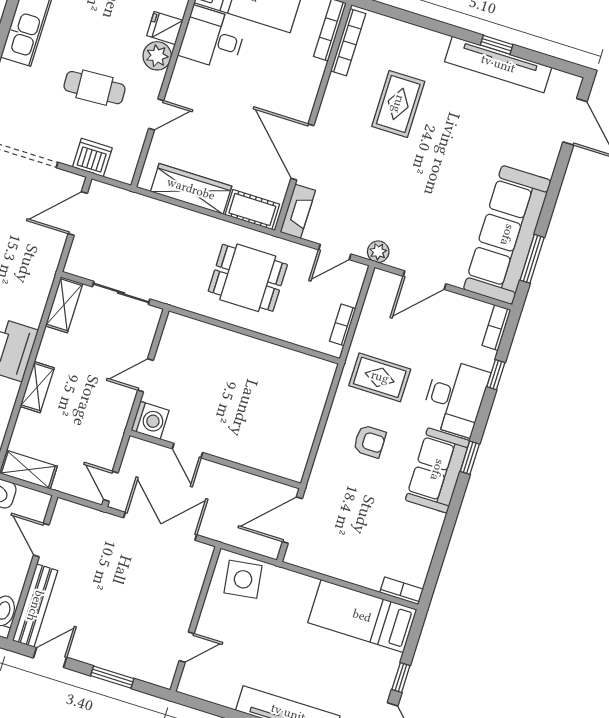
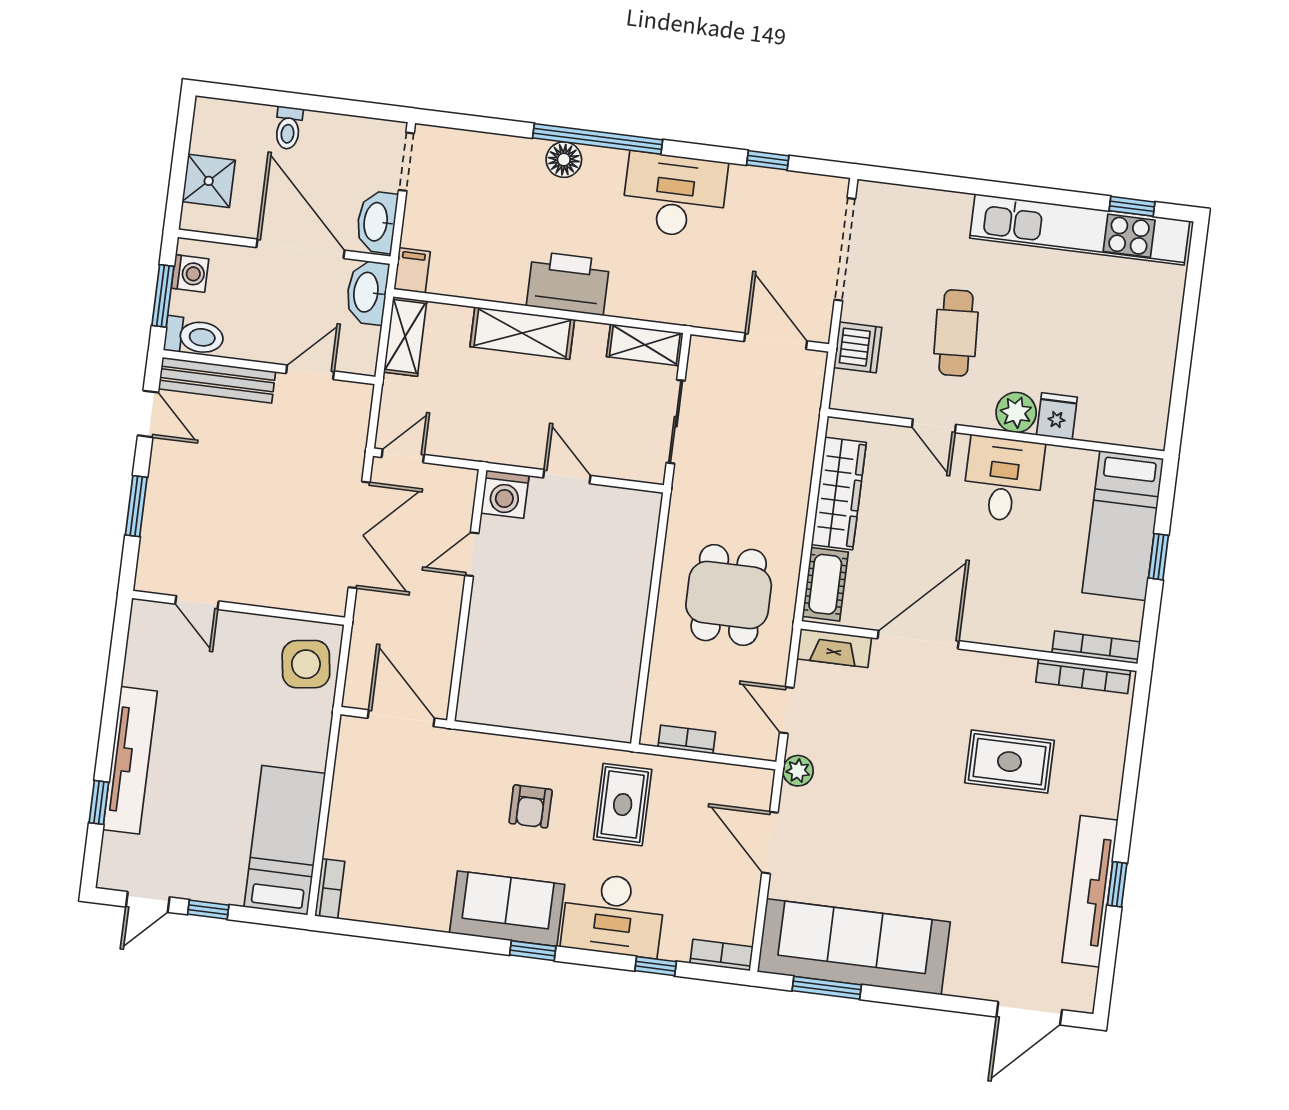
desk: (213, 38) -> (1003, 479), moved
shelving: (37, 387) -> (522, 333), width x1.50, depth x1.33

